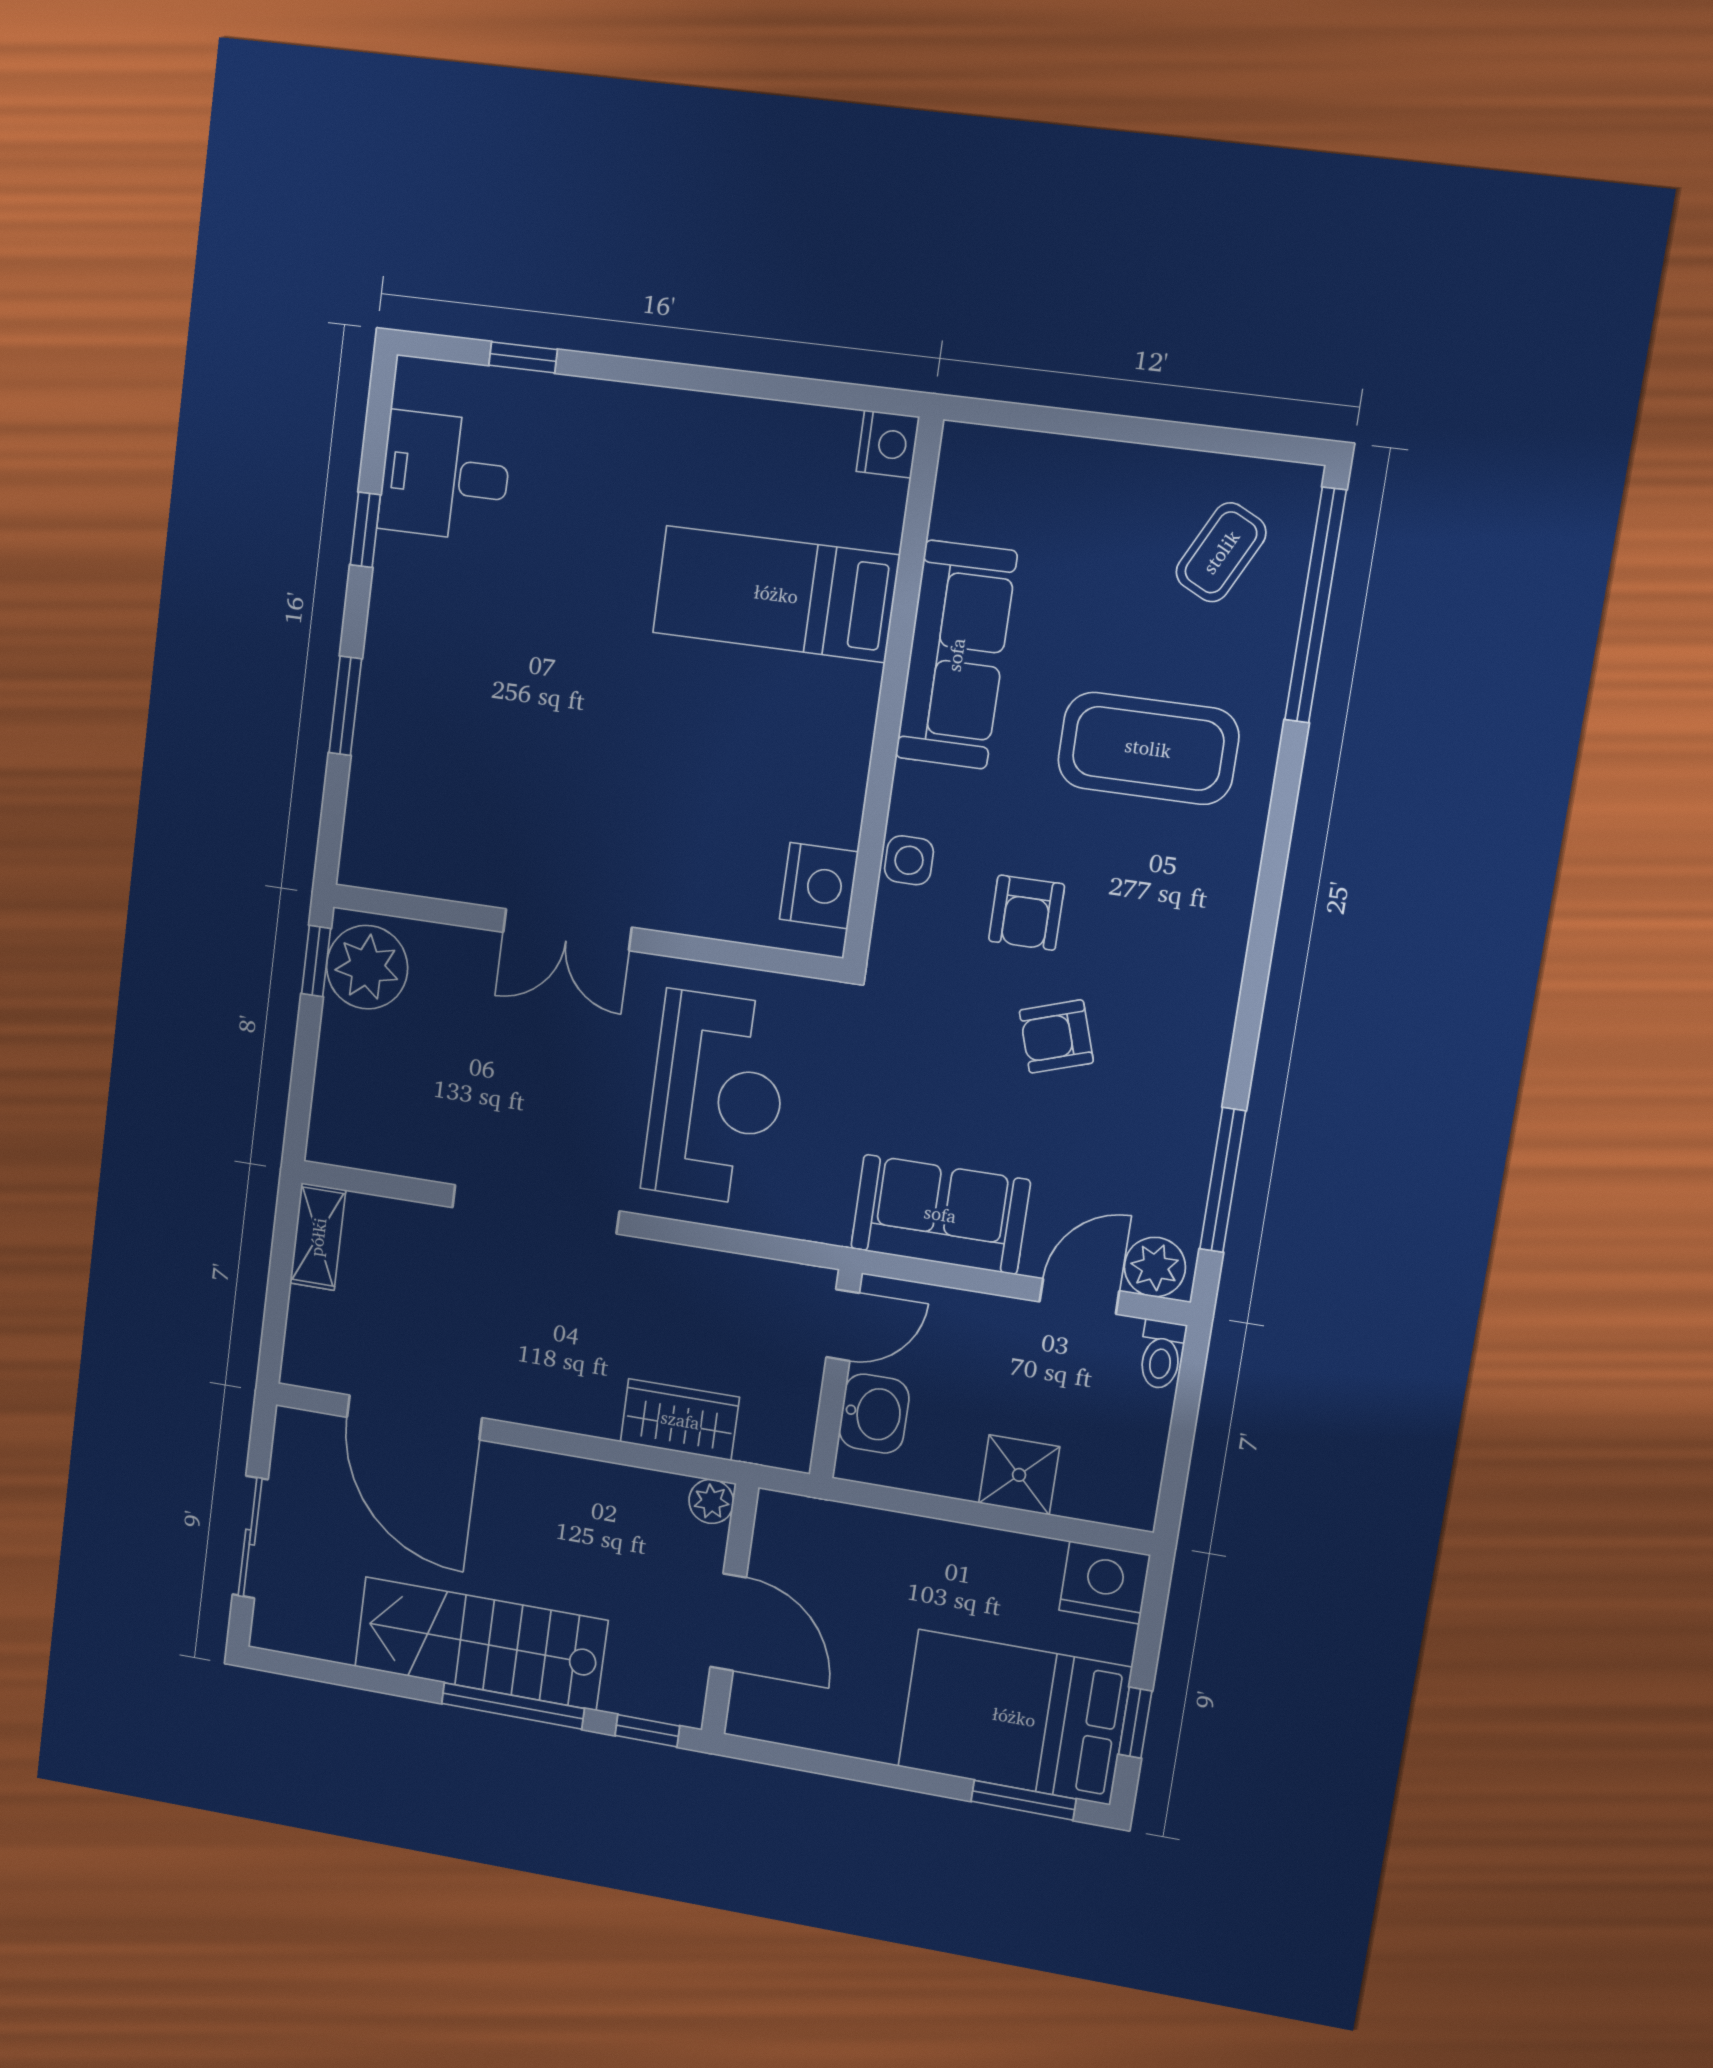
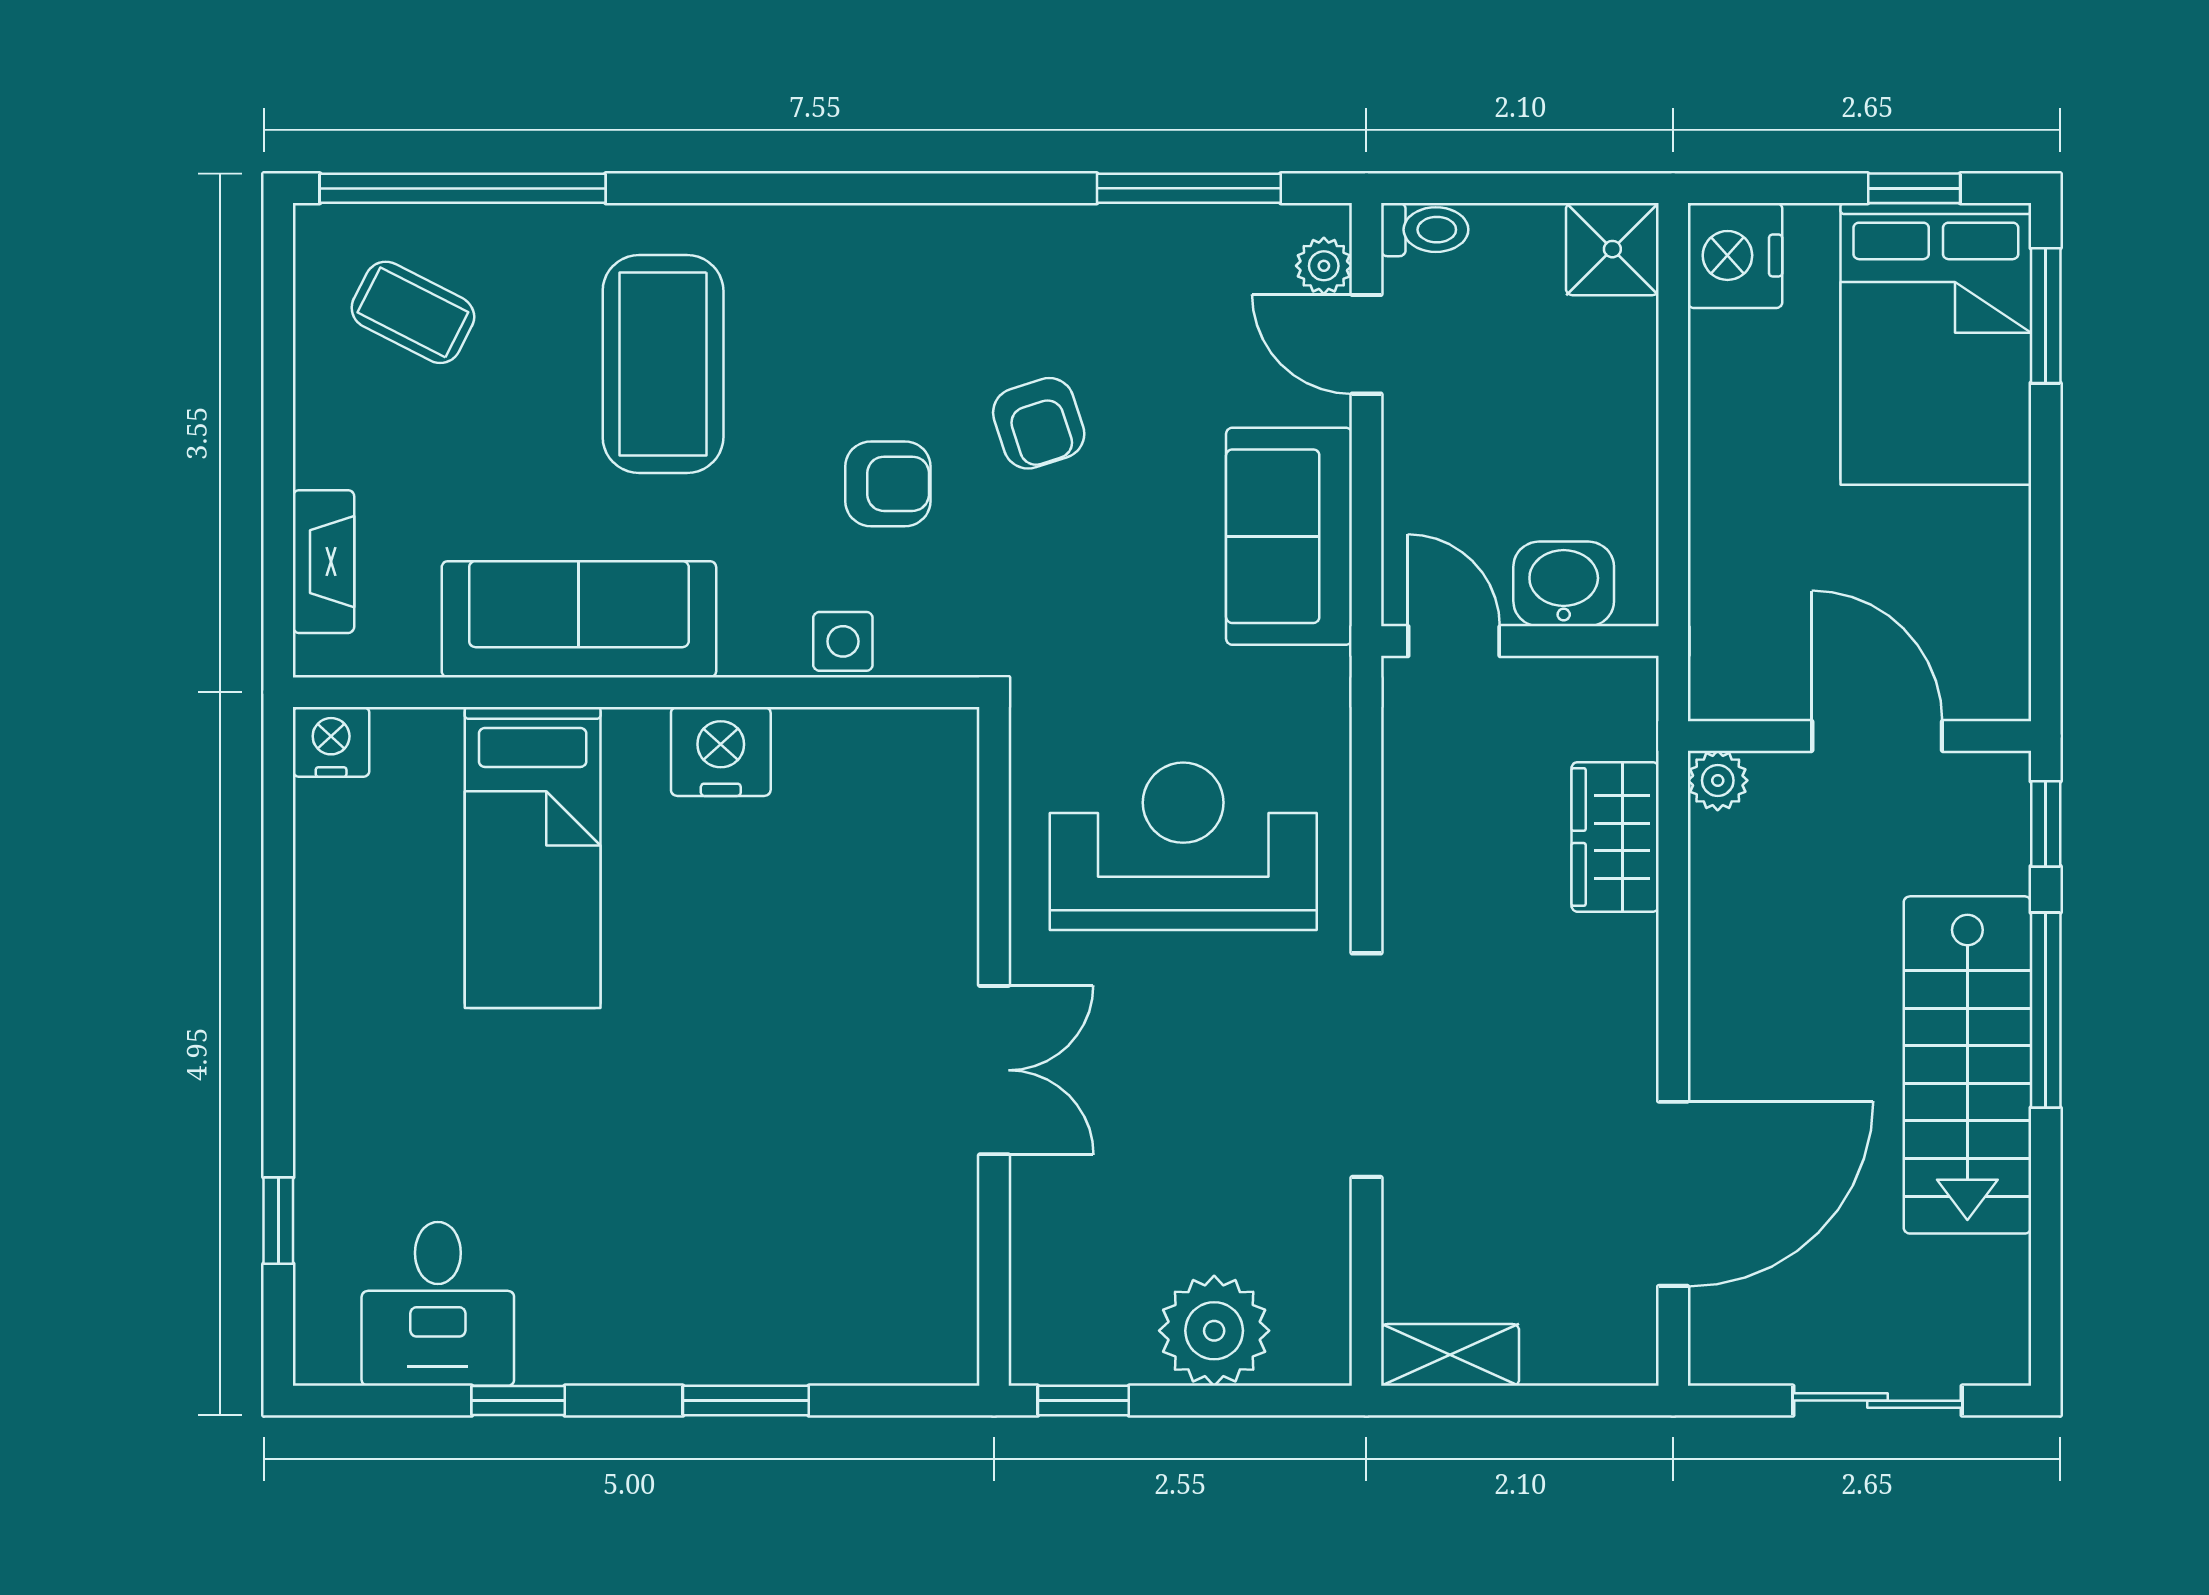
fireplace: (1032, 455) -> (324, 562), added
nightstand: (819, 886) -> (721, 751), moved
plant: (367, 967) -> (1214, 1331), moved
plant: (1155, 1267) -> (1324, 266), width x0.73, depth x0.73
shower: (1019, 1475) -> (1612, 249), moved
door: (728, 1622) -> (1877, 736), hinge flipped

